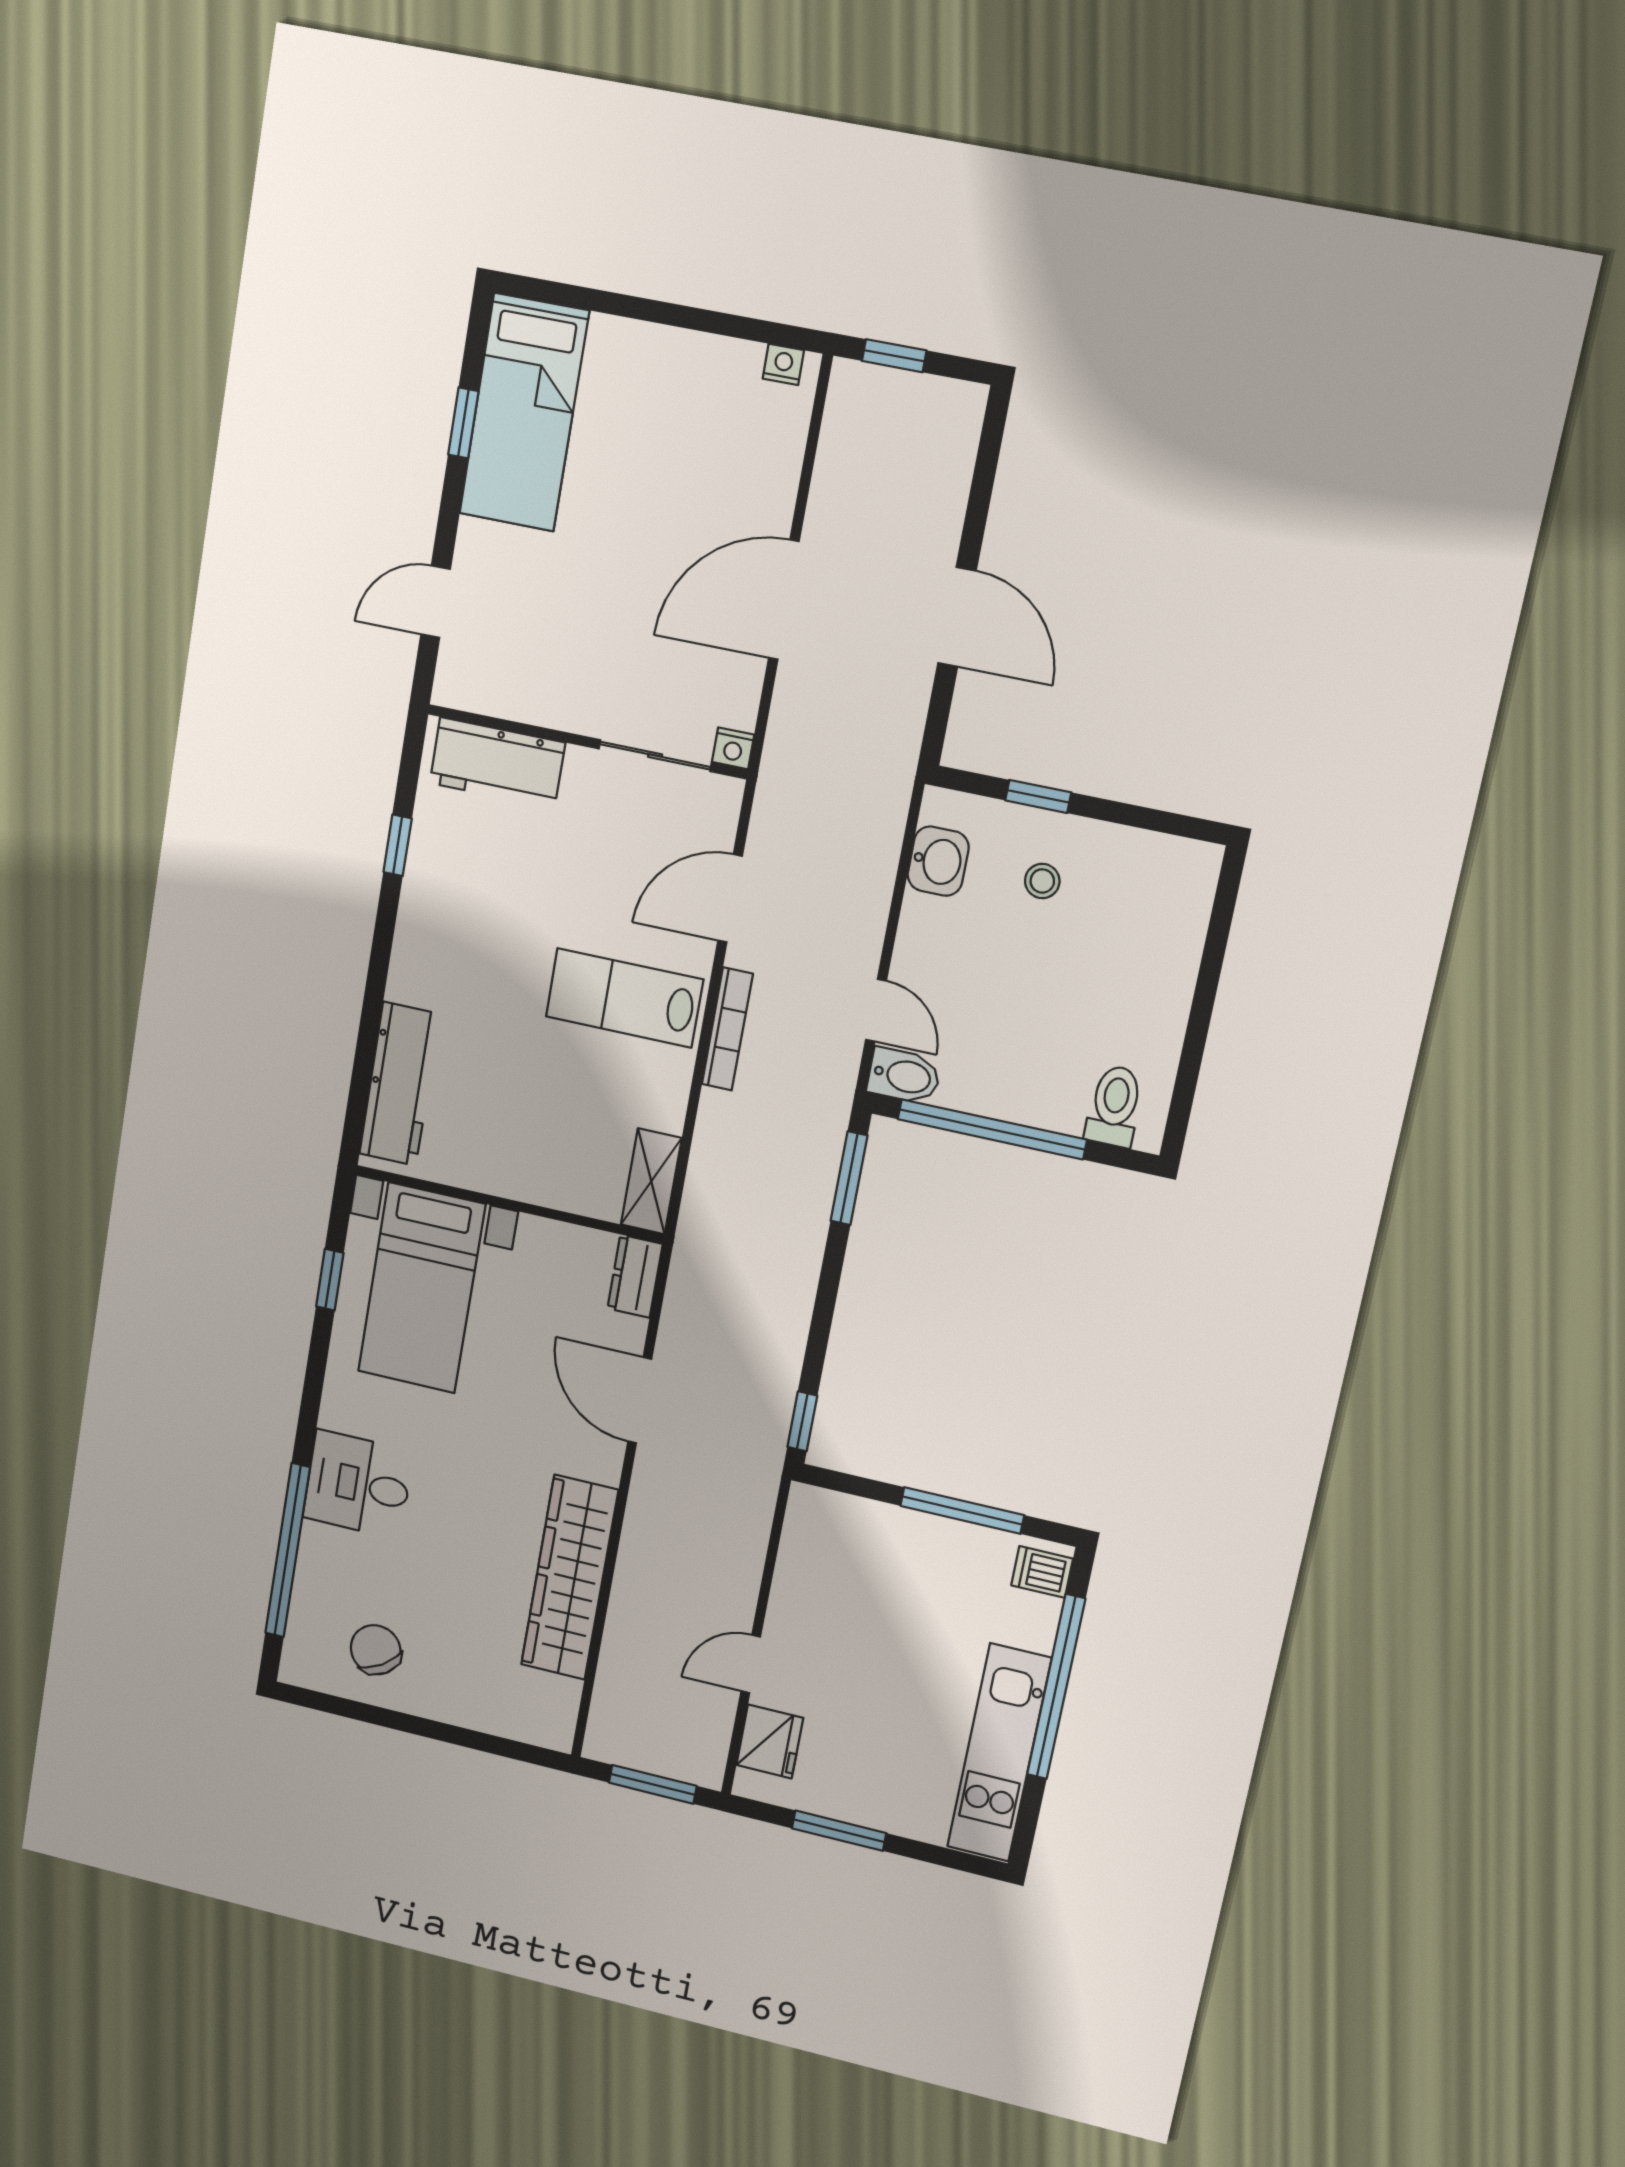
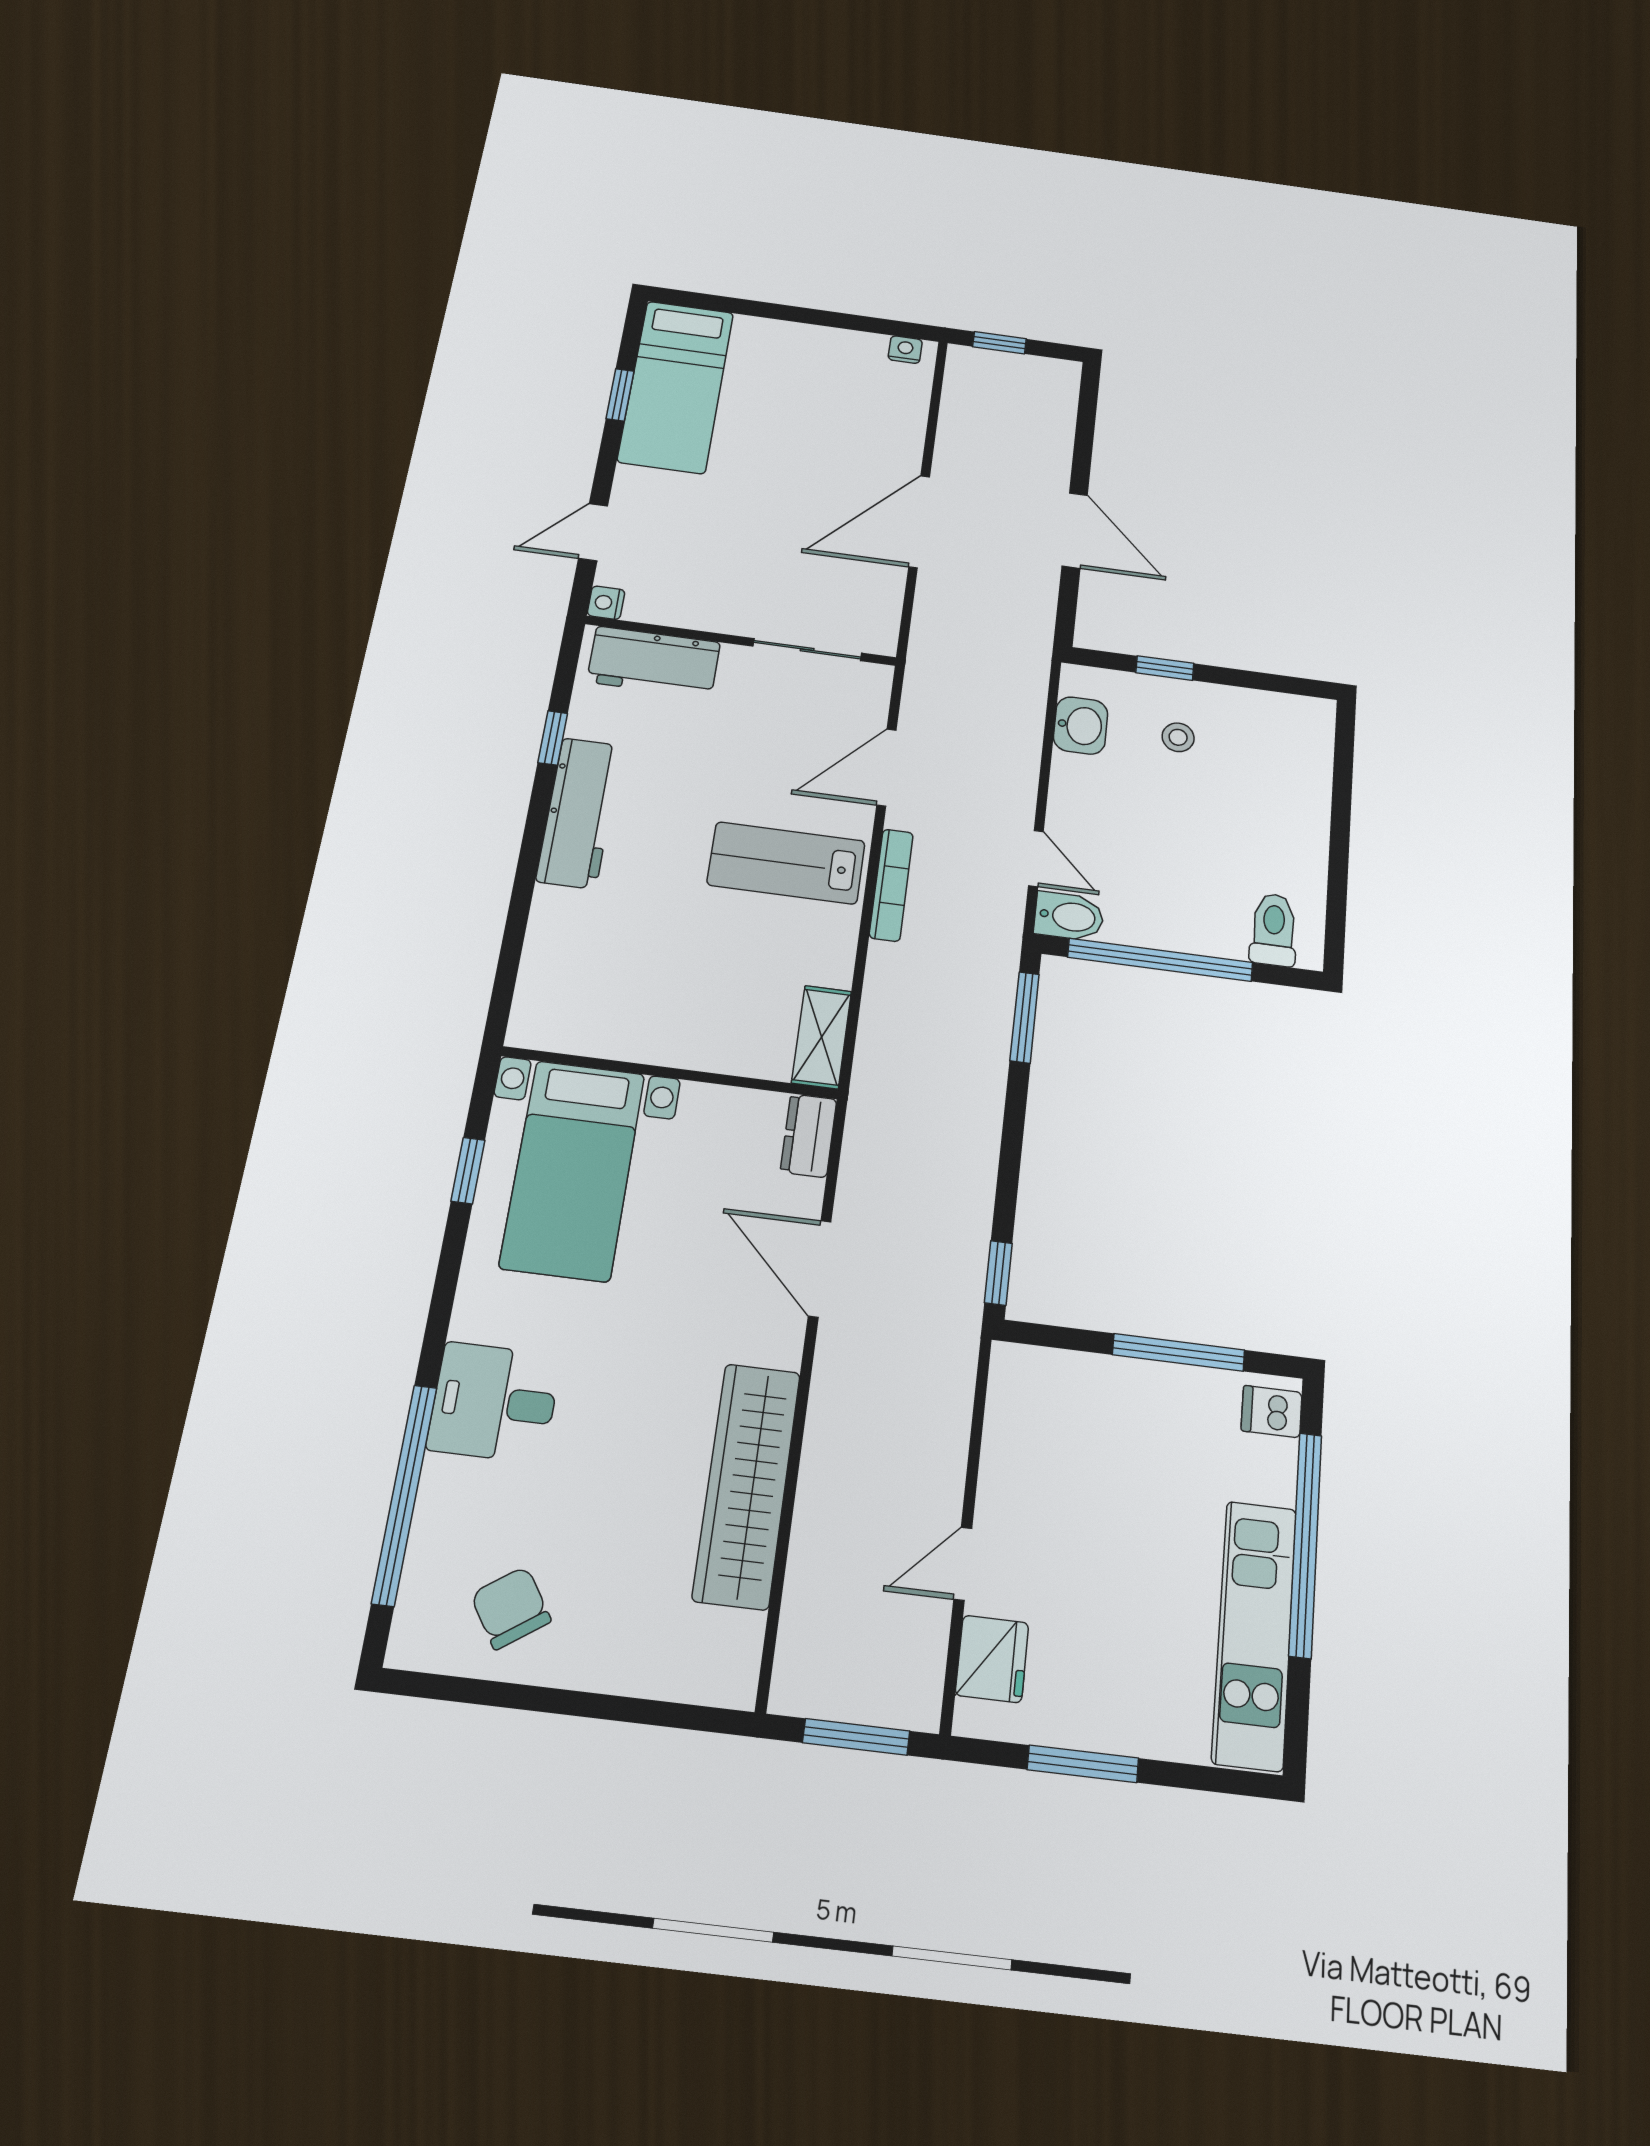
nightstand: (733, 748) -> (606, 603), moved, turned 90
workbench: (400, 1084) -> (579, 813), moved

